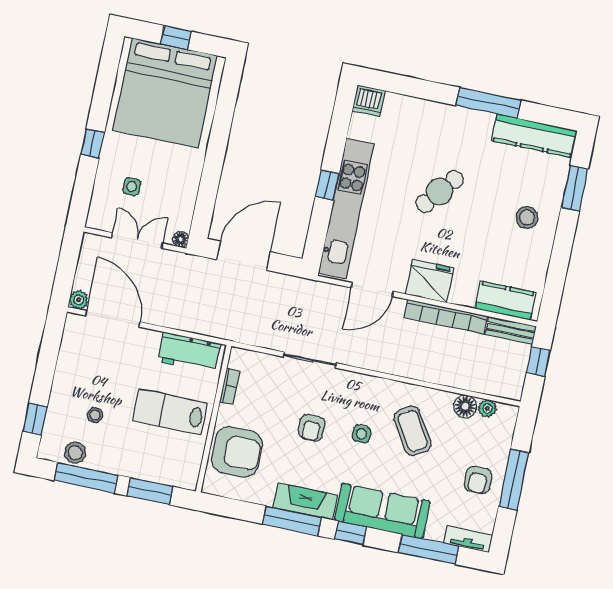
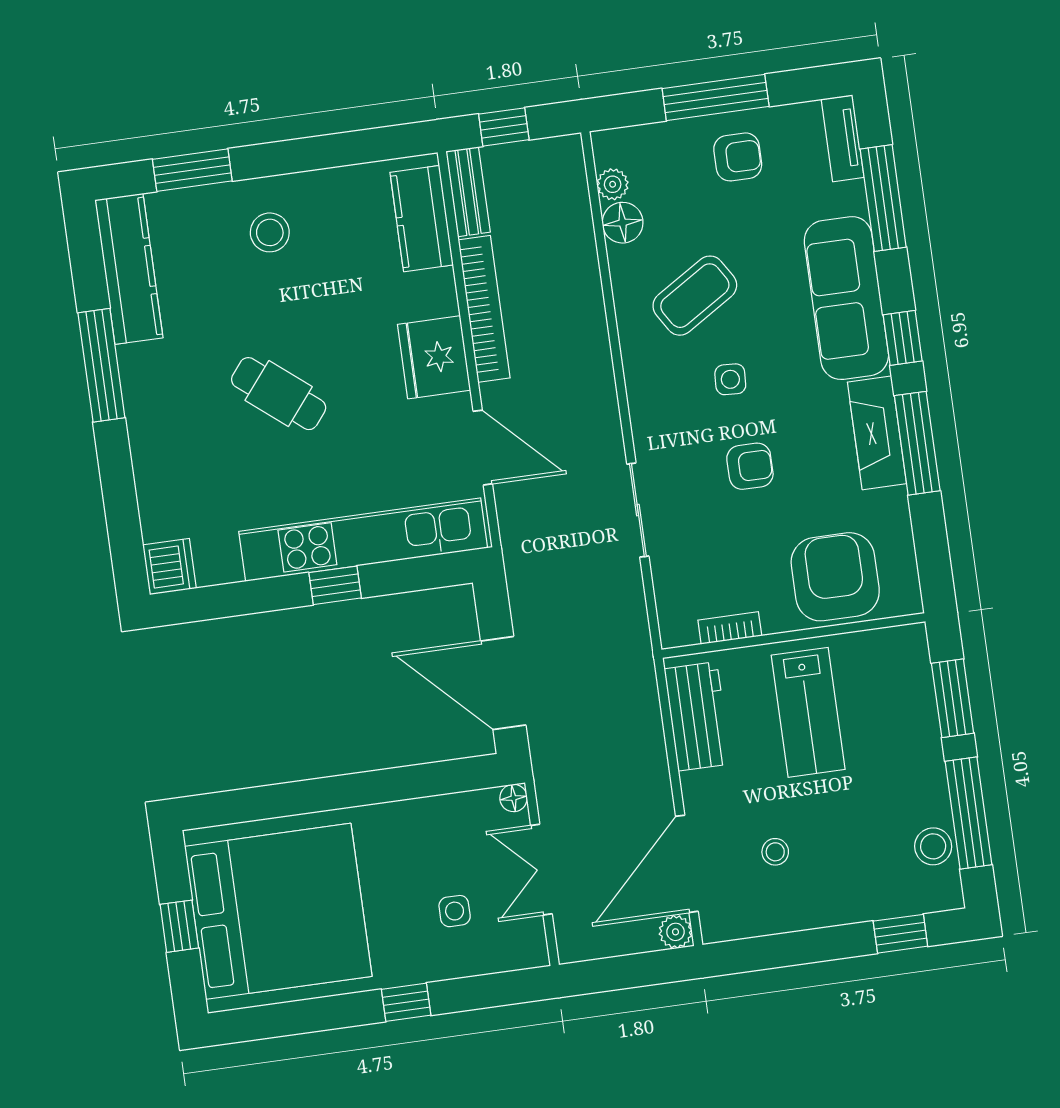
stool: (95, 415) -> (775, 852), moved

